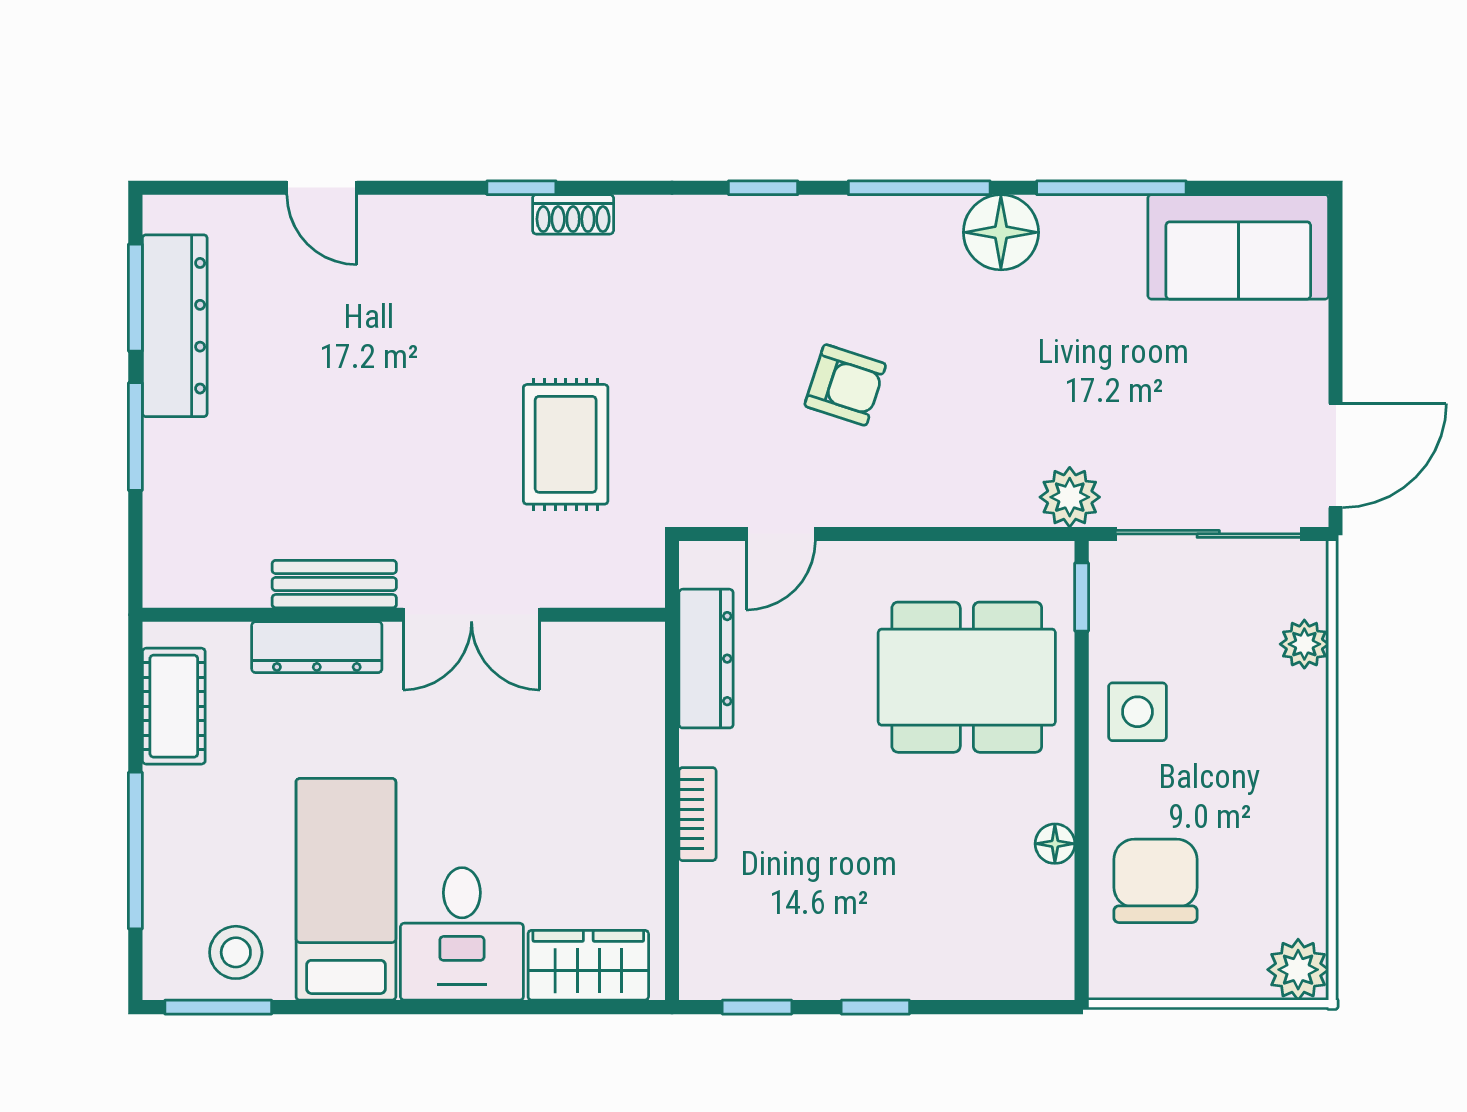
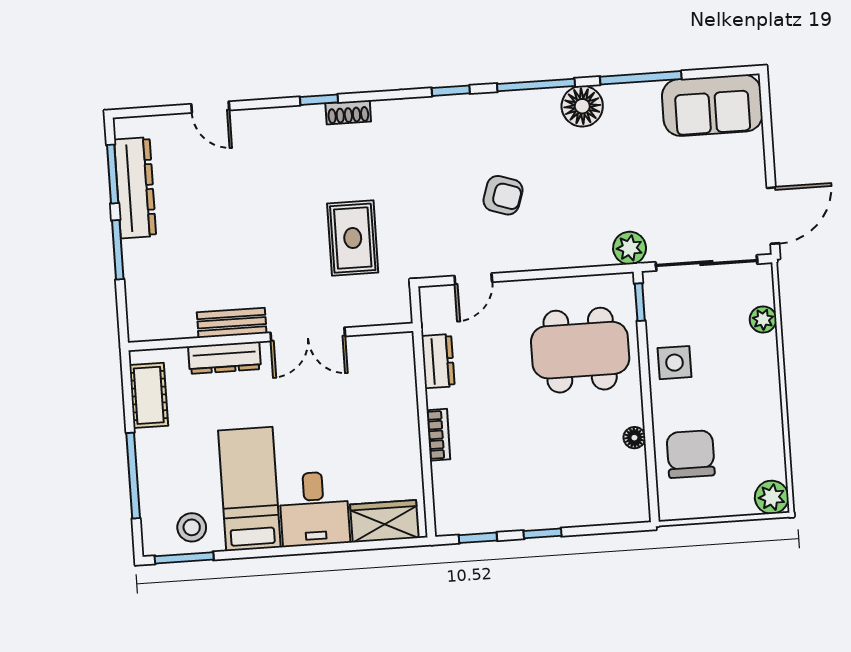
dresser: (706, 659) -> (438, 361), width x0.70

